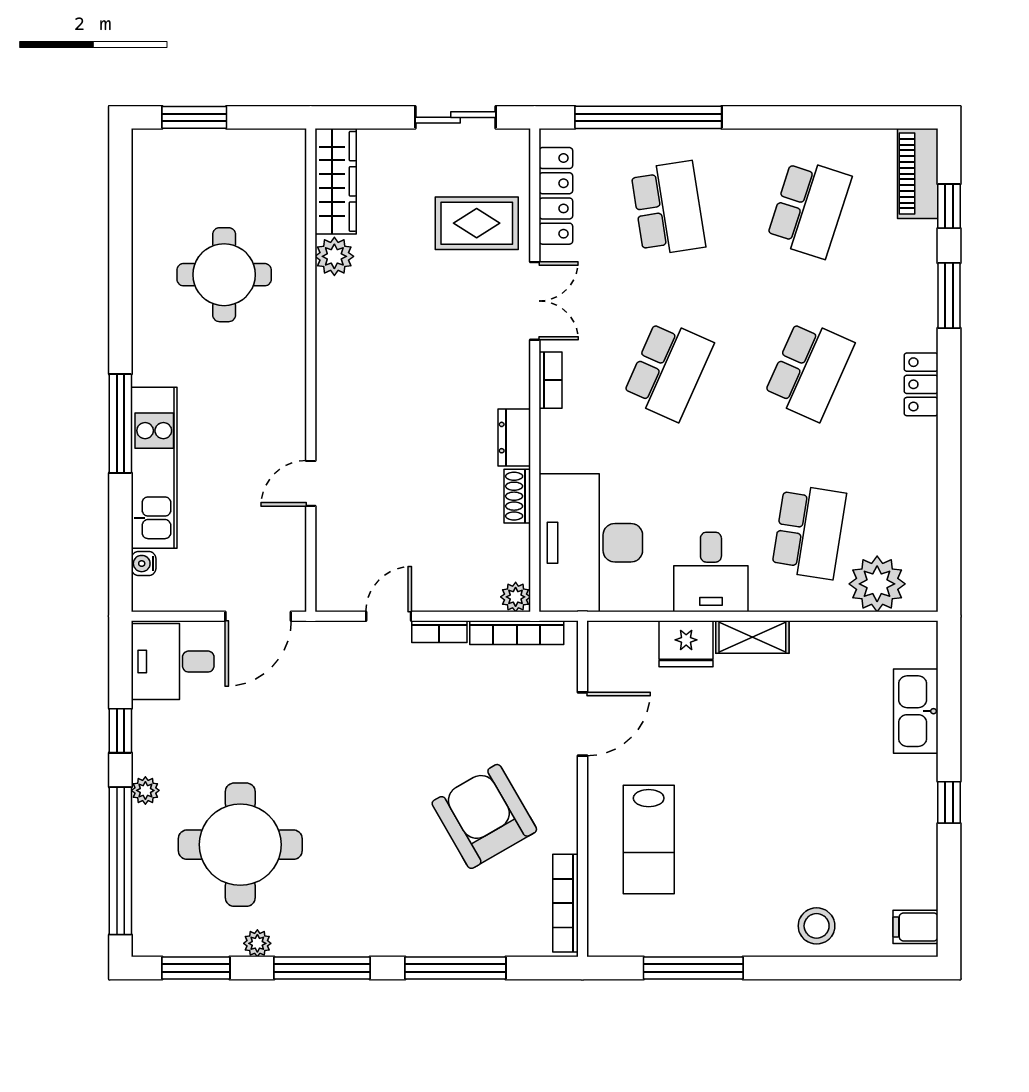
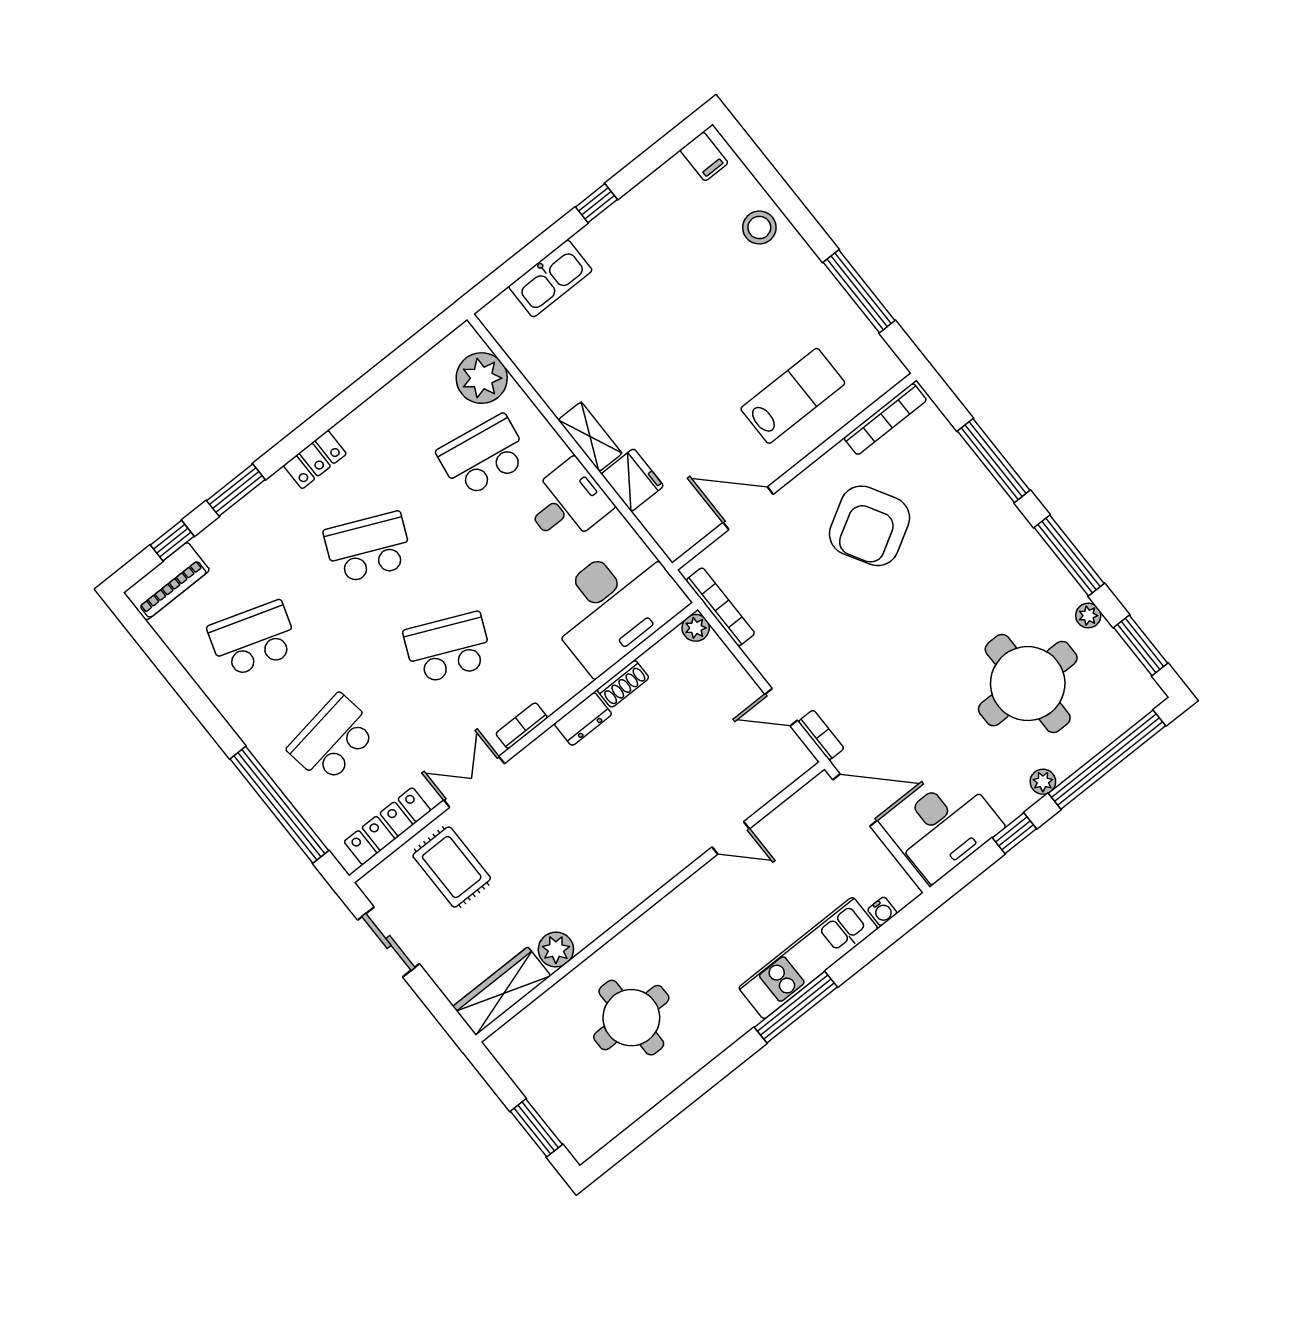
bookcase: (439, 632) -> (821, 735), moved
desk: (173, 662) -> (946, 827), width x1.37

